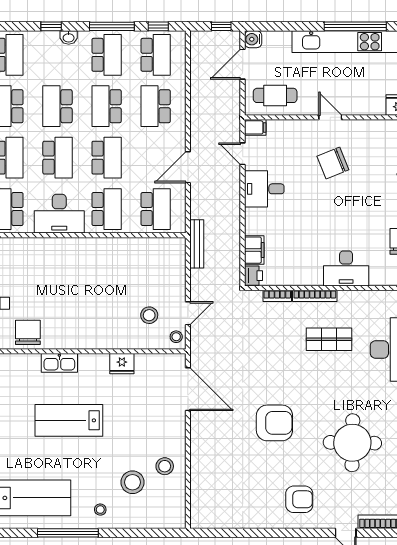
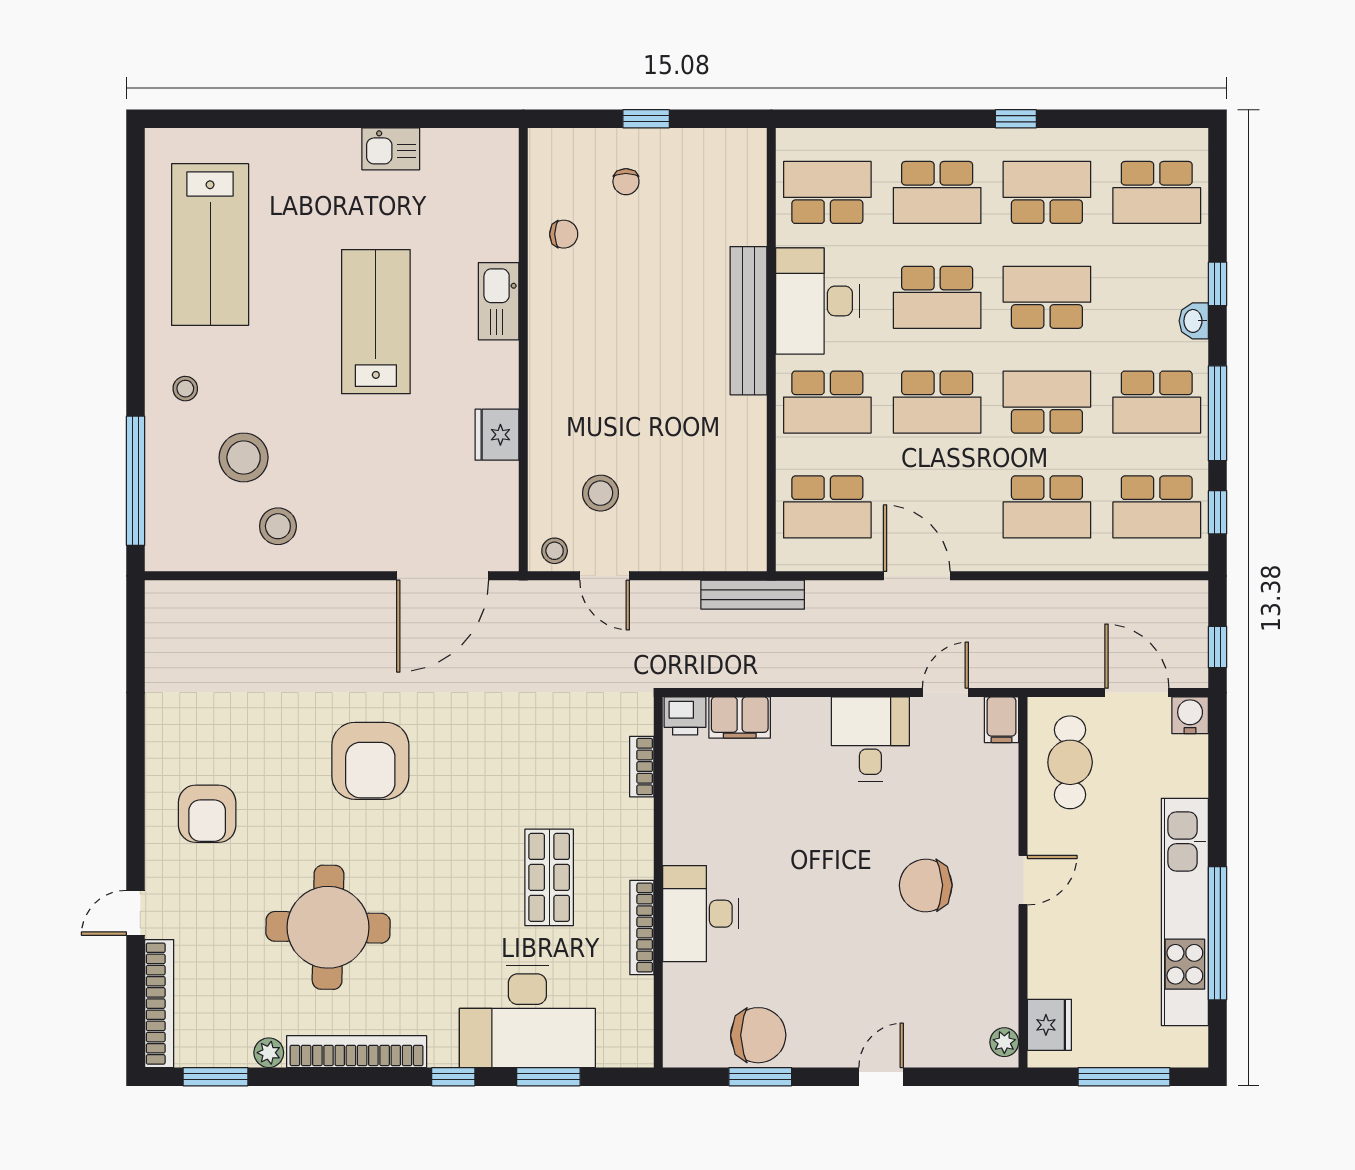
school desk: (156, 106) -> (1047, 507), turned 180
chair: (333, 163) -> (926, 885), turned -69
bench: (68, 246) -> (749, 321), added
bookcase: (315, 296) -> (642, 928), moved
chair: (28, 332) -> (564, 234), width x0.54, depth x0.54
window: (68, 533) -> (136, 481), moved

